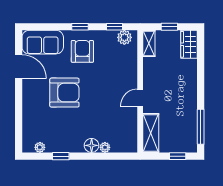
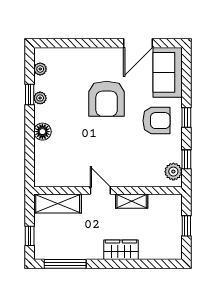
shelving: (149, 43) -> (132, 201), moved
wardrobe: (189, 44) -> (121, 250), moved
plant: (105, 147) -> (40, 98), moved

